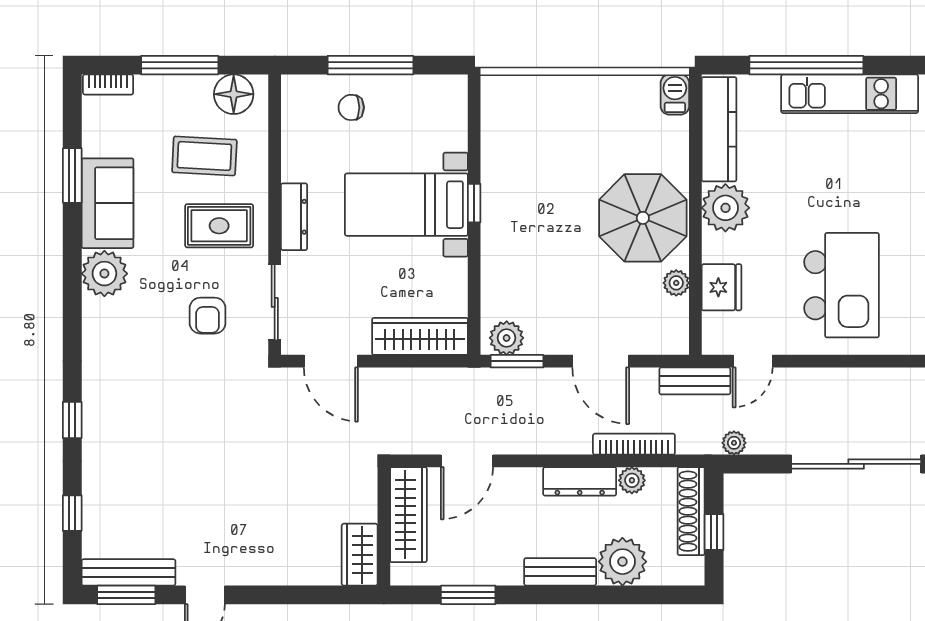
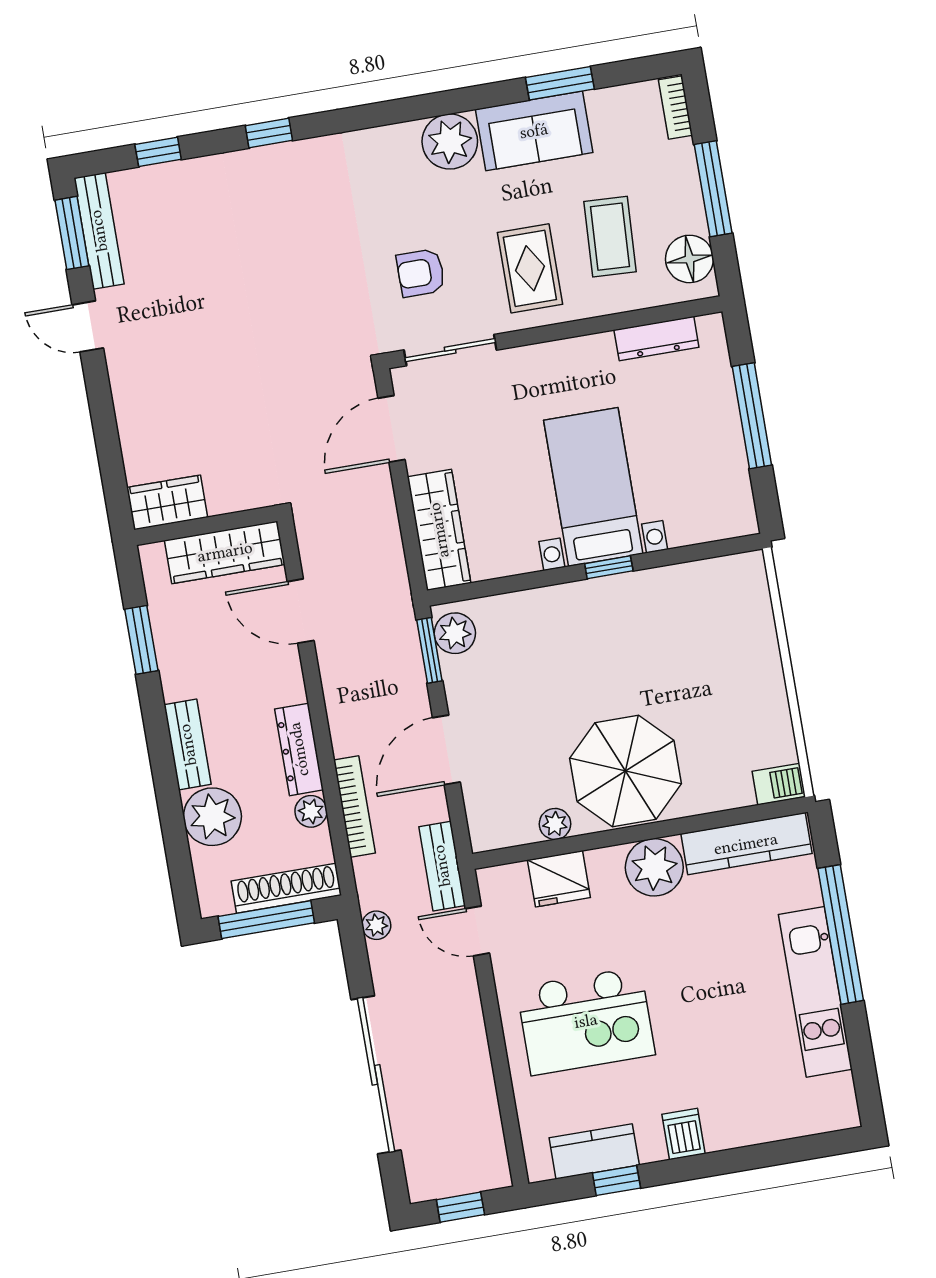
chair: (351, 107) -> (698, 402), removed
dresser: (294, 217) -> (656, 338), moved
window: (714, 532) -> (266, 920), width x2.17

